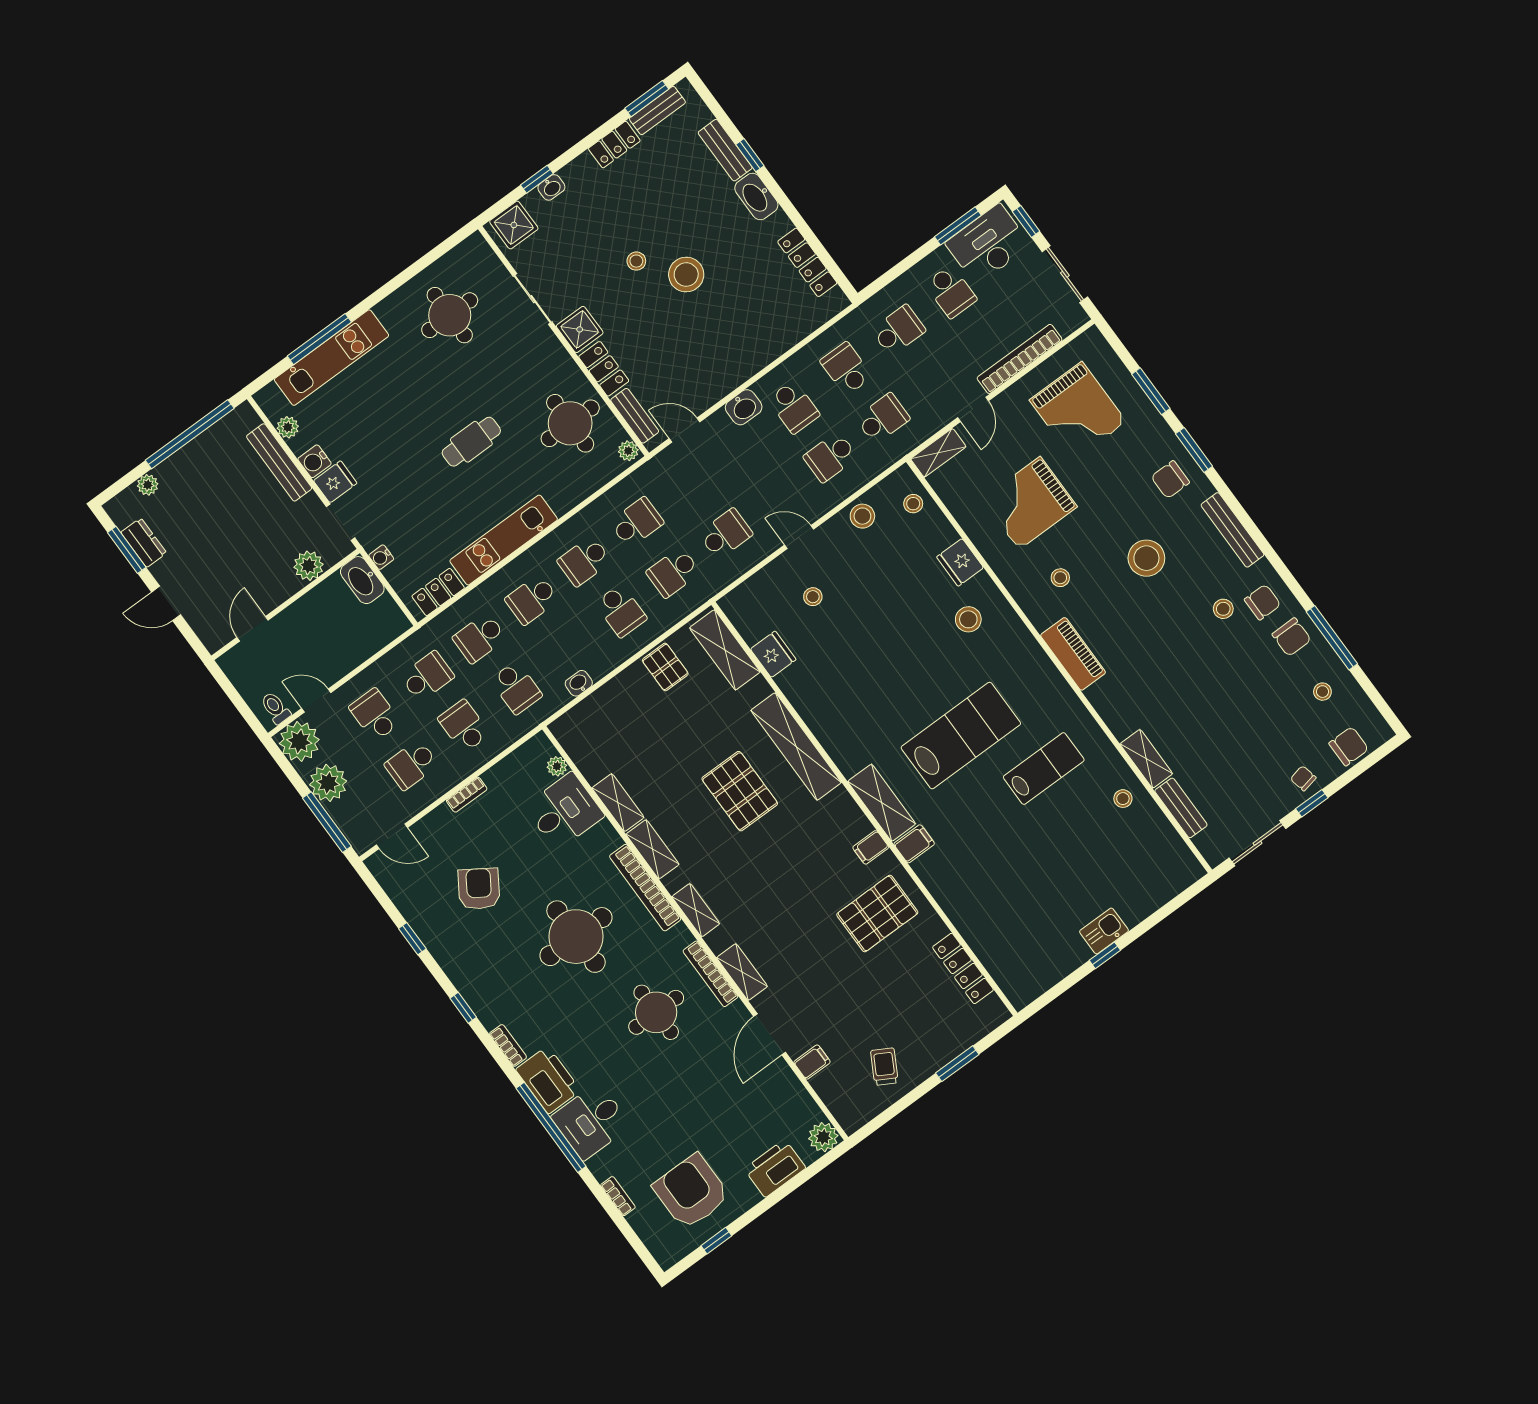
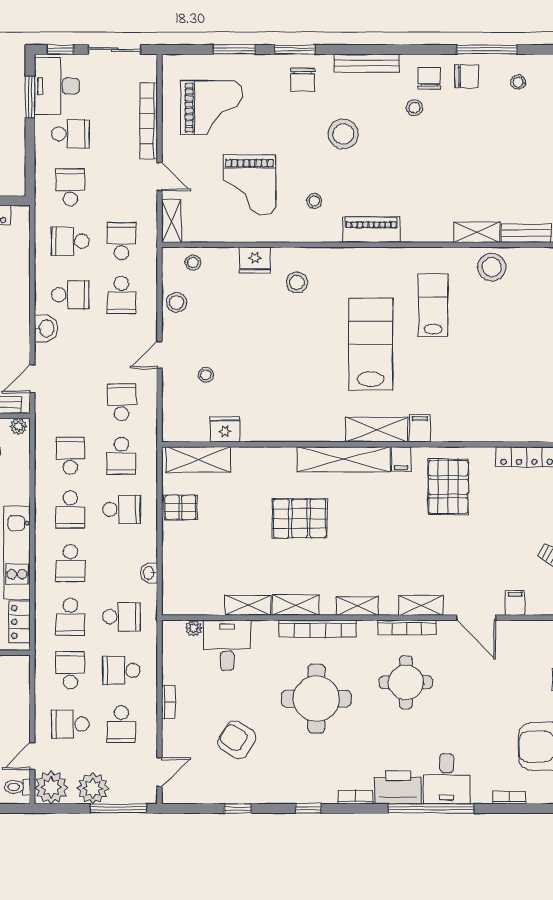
shelving: (796, 746) -> (344, 459), moved
stool: (1123, 799) -> (492, 267), width x1.89, depth x1.89

